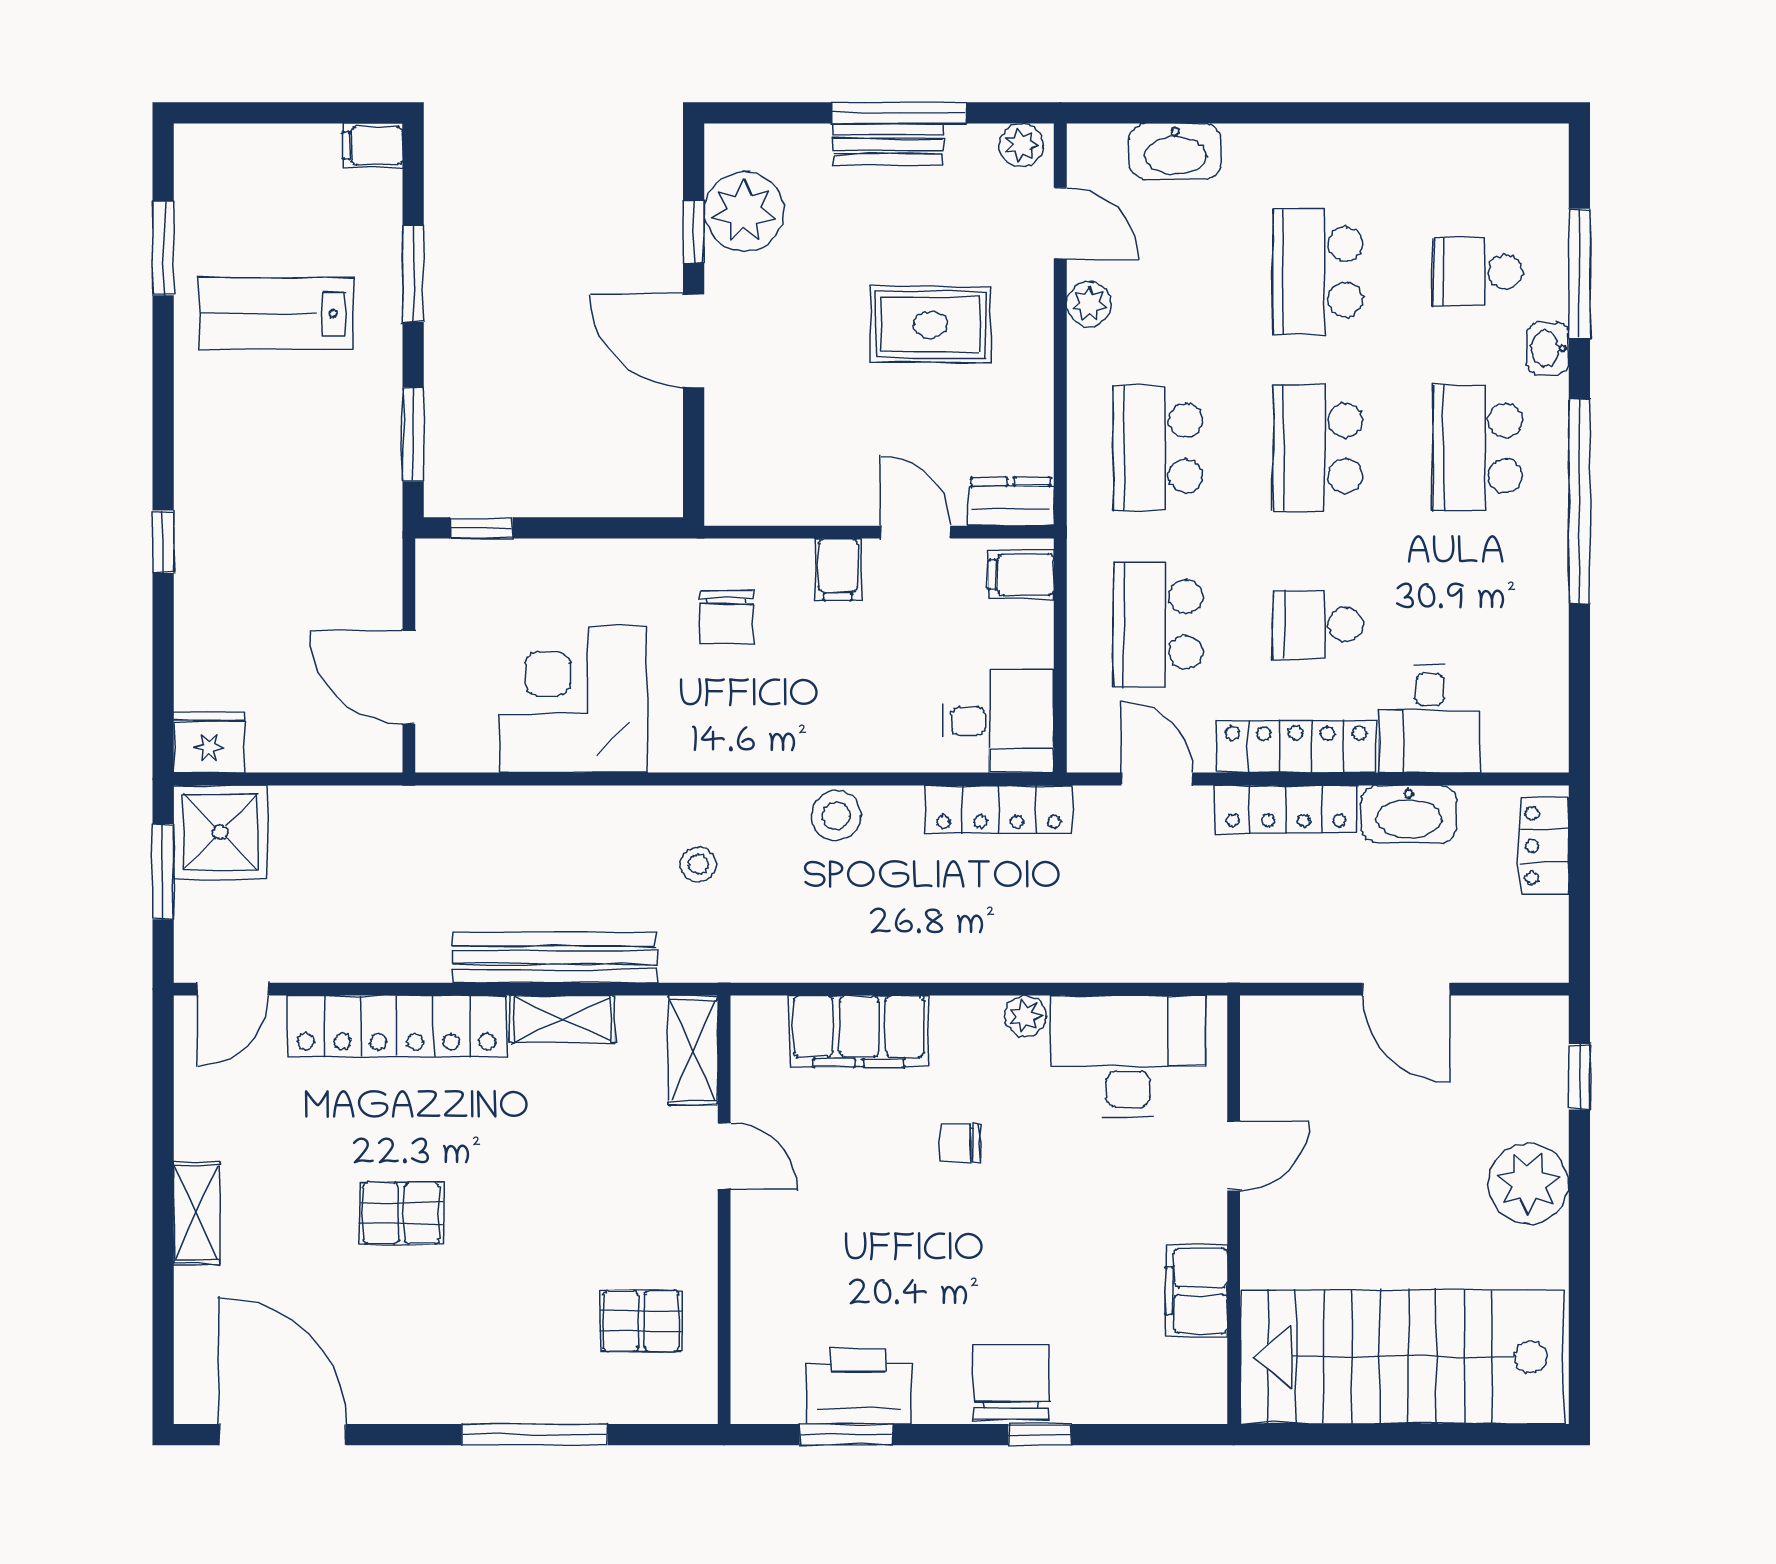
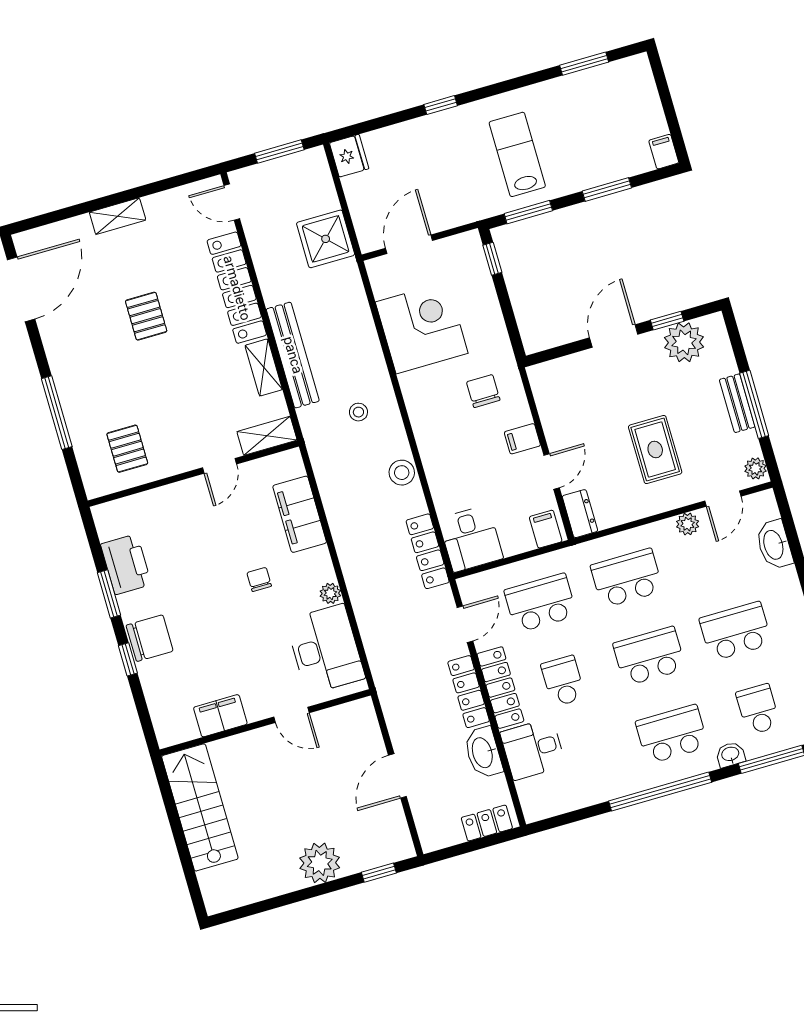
lab bench: (276, 313) -> (517, 154), moved
chair: (726, 617) -> (483, 391), turned 90
shower: (220, 832) -> (326, 239), moved
stairs: (1401, 1357) -> (200, 807), width x0.73, depth x0.66
window: (846, 1435) -> (109, 594), moved

